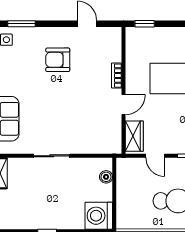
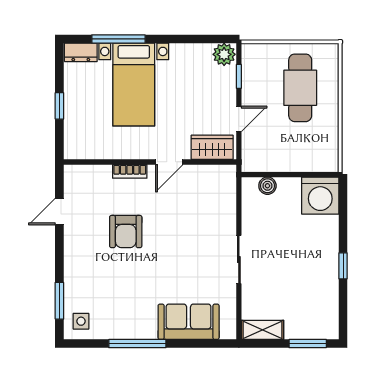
window: (145, 24) -> (59, 106), moved
armchair: (58, 60) -> (126, 232), moved
door: (123, 105) -> (169, 162), swing flipped

